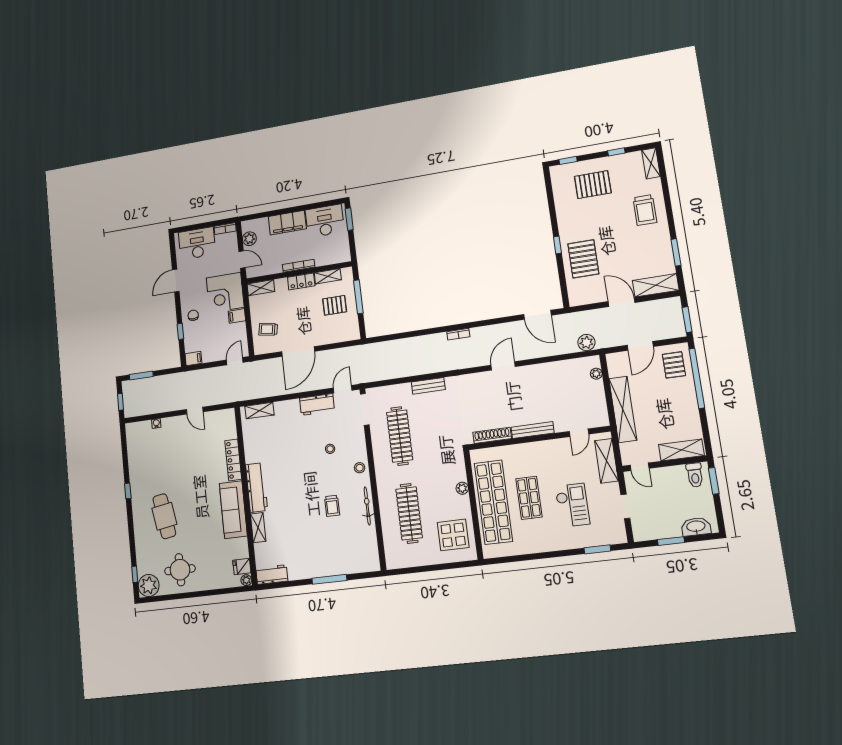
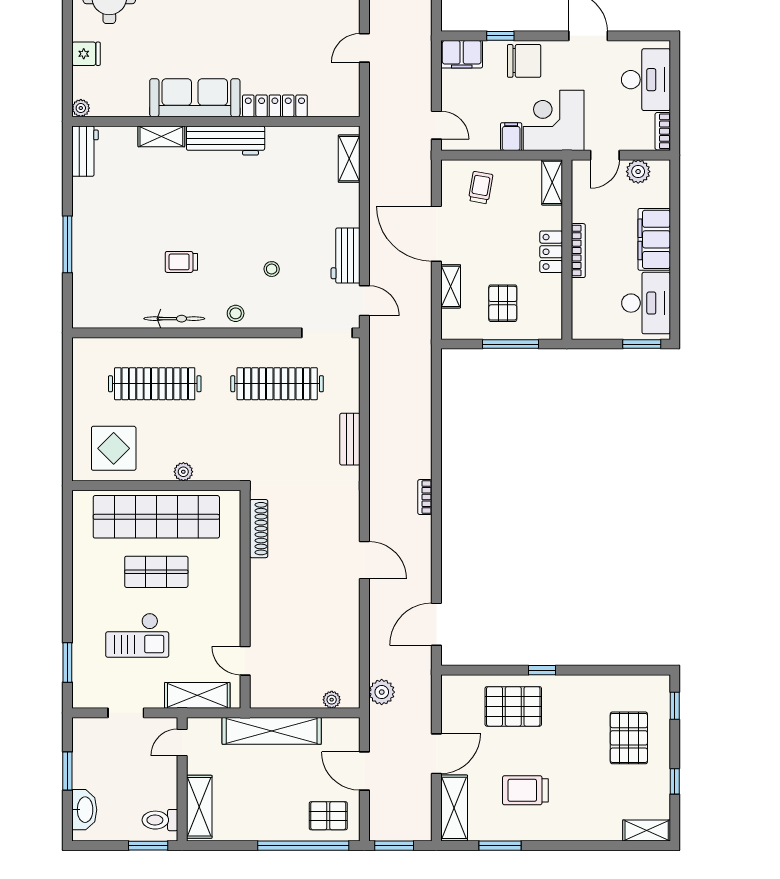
trolley: (645, 210) -> (525, 790), moved
shelving: (328, 276) -> (451, 286), moved
chair: (193, 315) -> (524, 61), width x1.87, depth x1.87
filing cabinet: (193, 359) -> (462, 54), width x2.00
bench: (533, 430) -> (259, 592), removed
fridge: (242, 566) -> (86, 54), moved, turned 90

